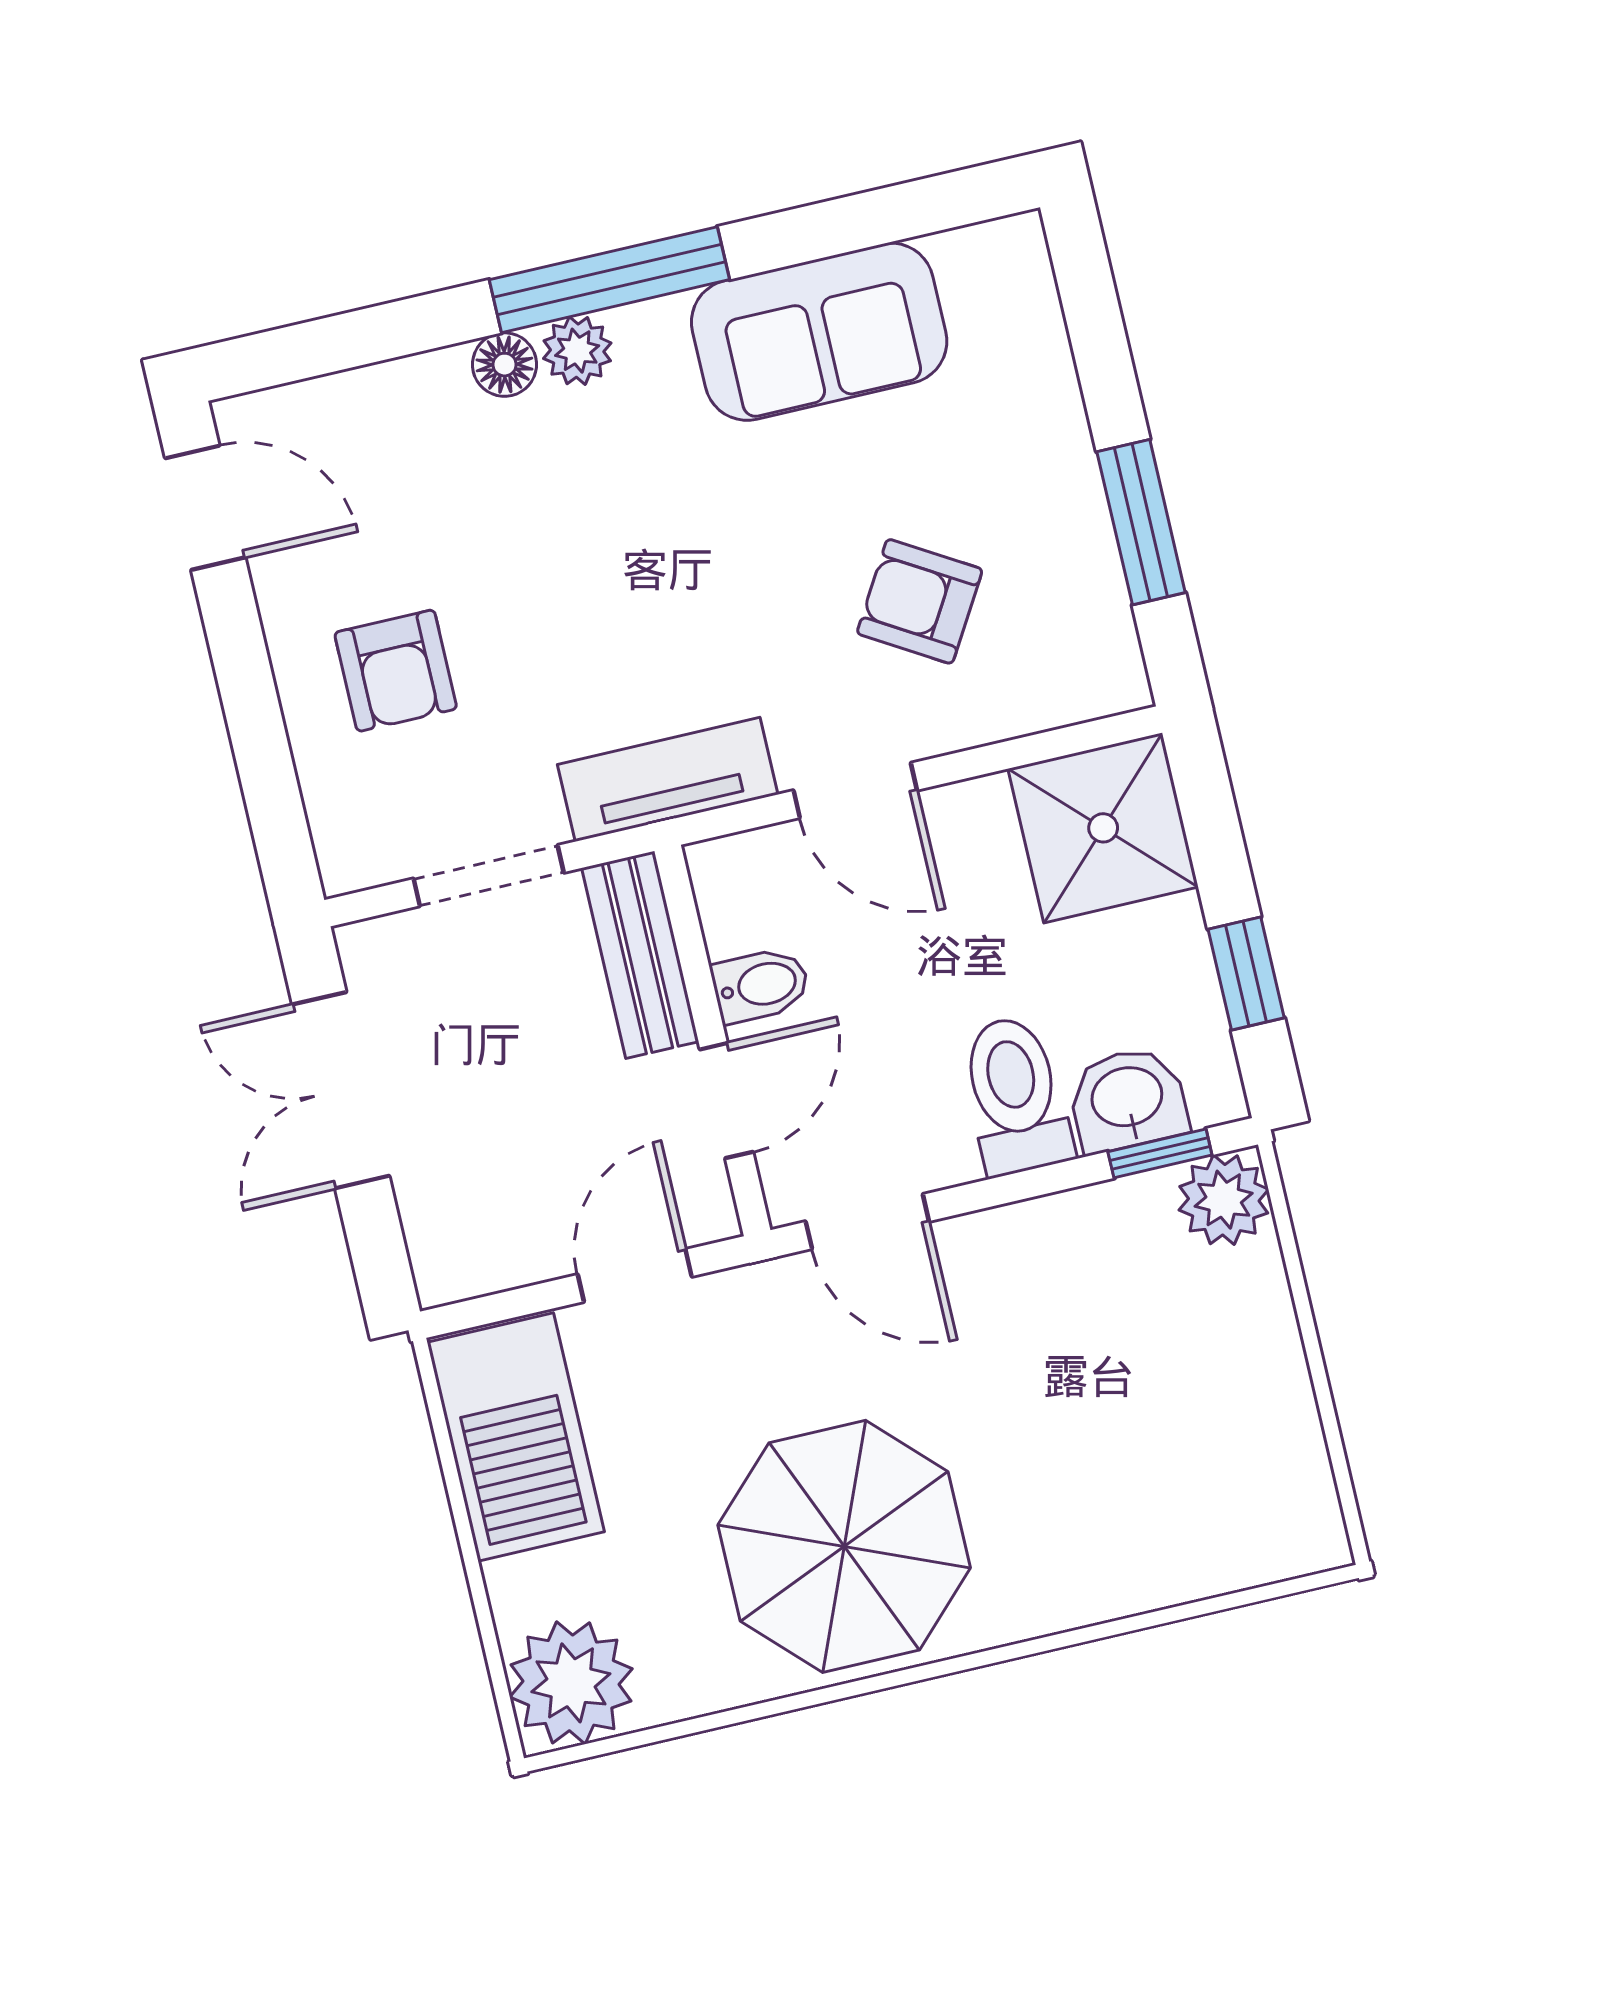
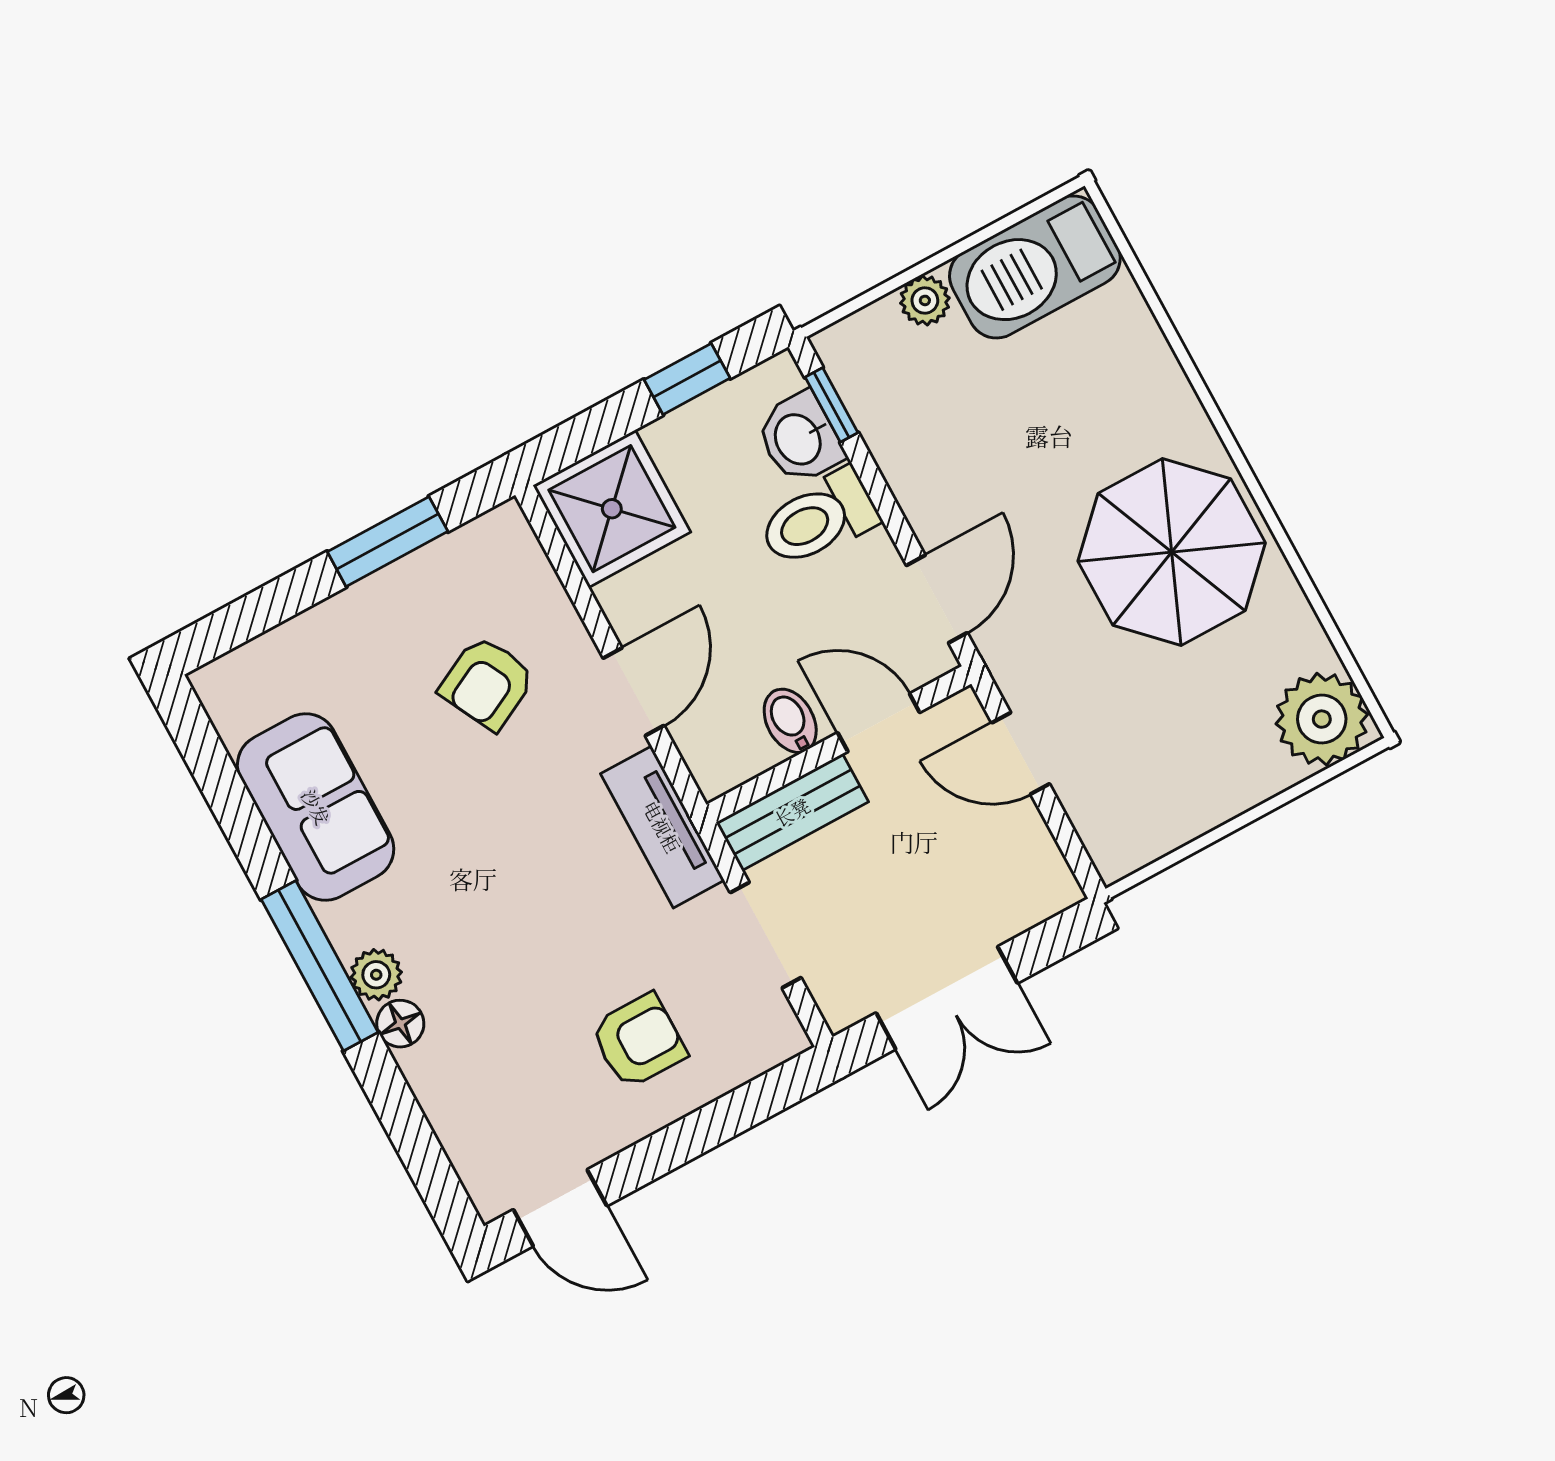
door: (205, 508) -> (560, 1208), swing flipped
armchair: (920, 601) -> (487, 683), turned 32
plant: (1224, 1200) -> (925, 300), moved, width x0.73, depth x0.73
barbecue: (516, 1437) -> (1035, 267), moved, turned 180

